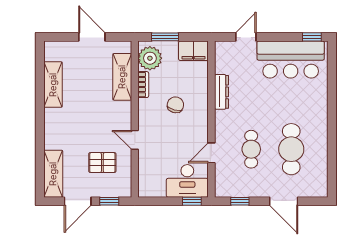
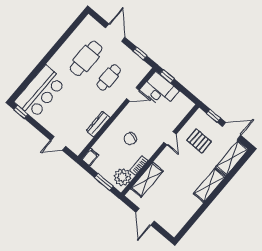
filing cabinet: (193, 51) -> (90, 157), width x0.50
bar counter: (291, 60) -> (40, 92), moved, turned 90
shelving: (53, 85) -> (209, 185), moved

